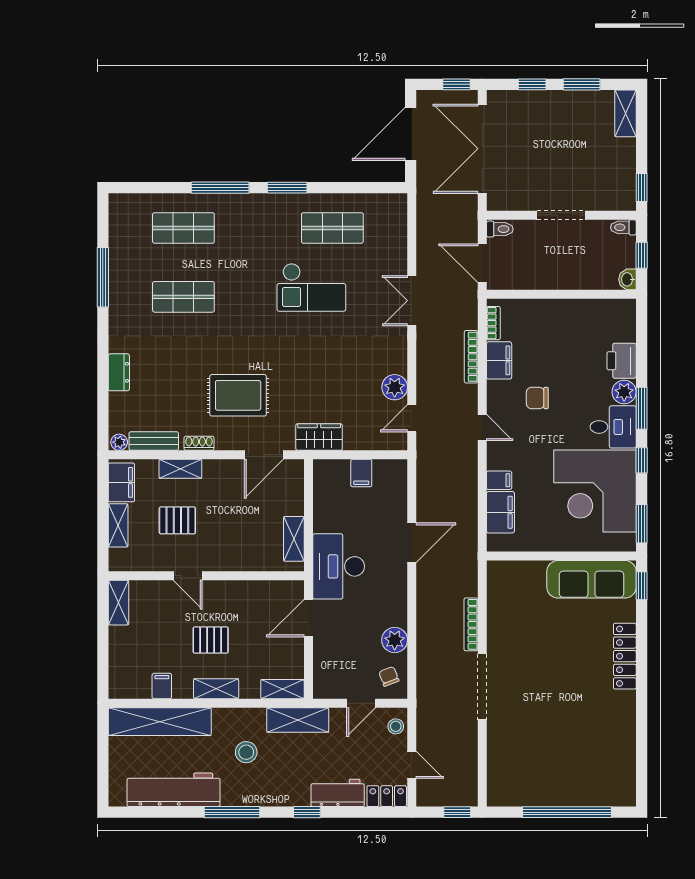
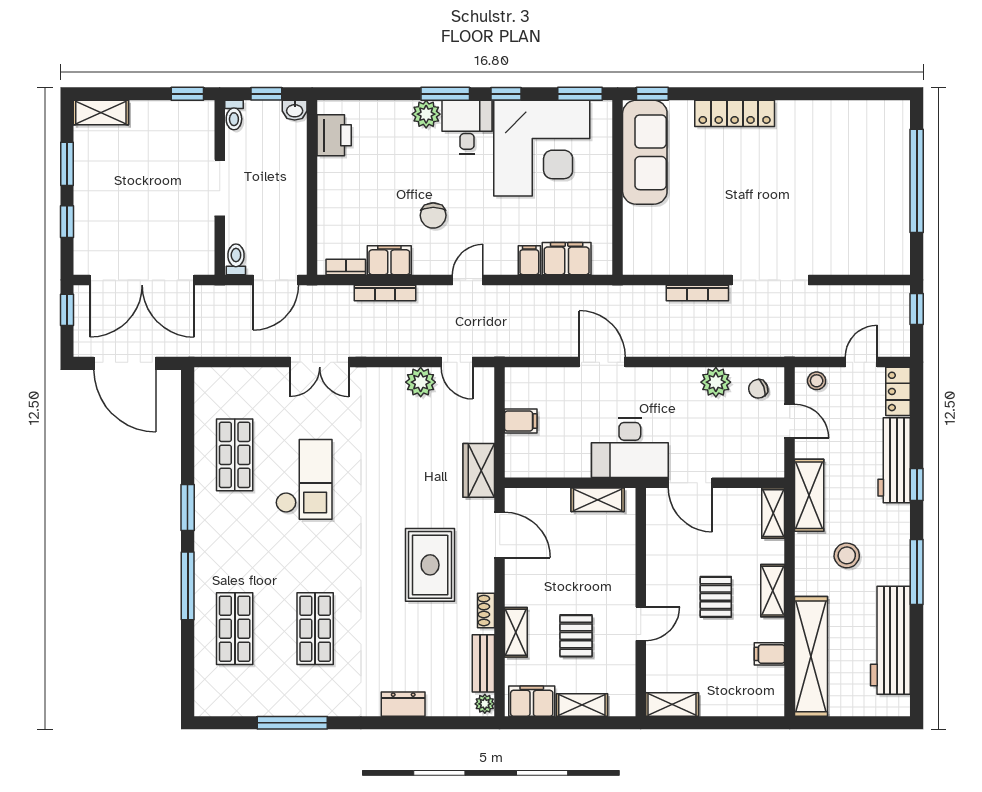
printer: (622, 361) -> (334, 135), moved, turned -90
workbench: (338, 793) -> (894, 460), width x1.38

